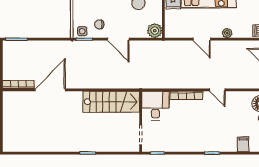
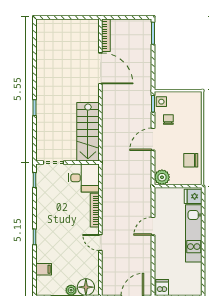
plant: (227, 33) -> (160, 253), removed
door: (217, 90) -> (100, 243), hinge flipped

